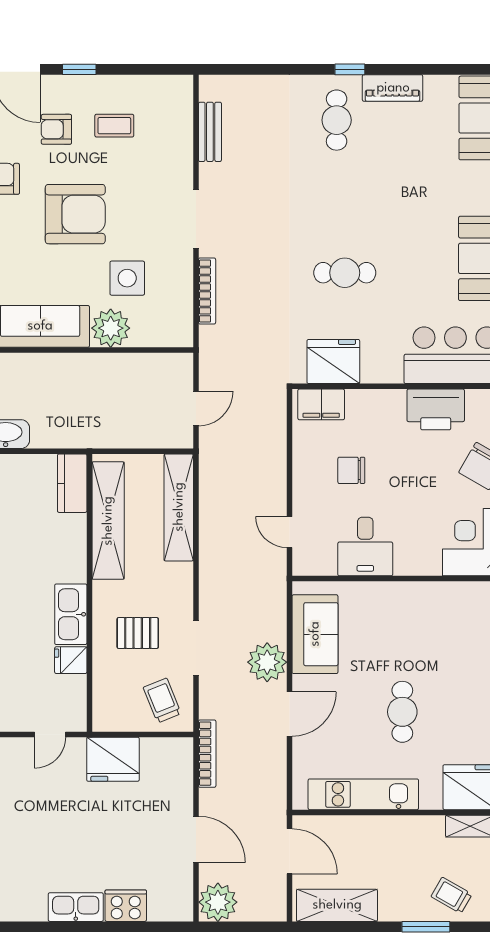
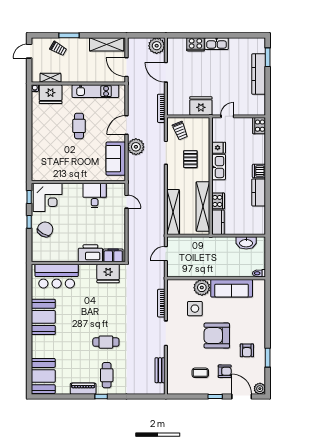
cafe table: (345, 273) -> (106, 342), moved
printer: (436, 409) -> (90, 253), moved
chair: (351, 470) -> (100, 228), removed
cooker: (72, 534) -> (218, 201), added
pallet: (138, 633) -> (190, 159), turned 90

